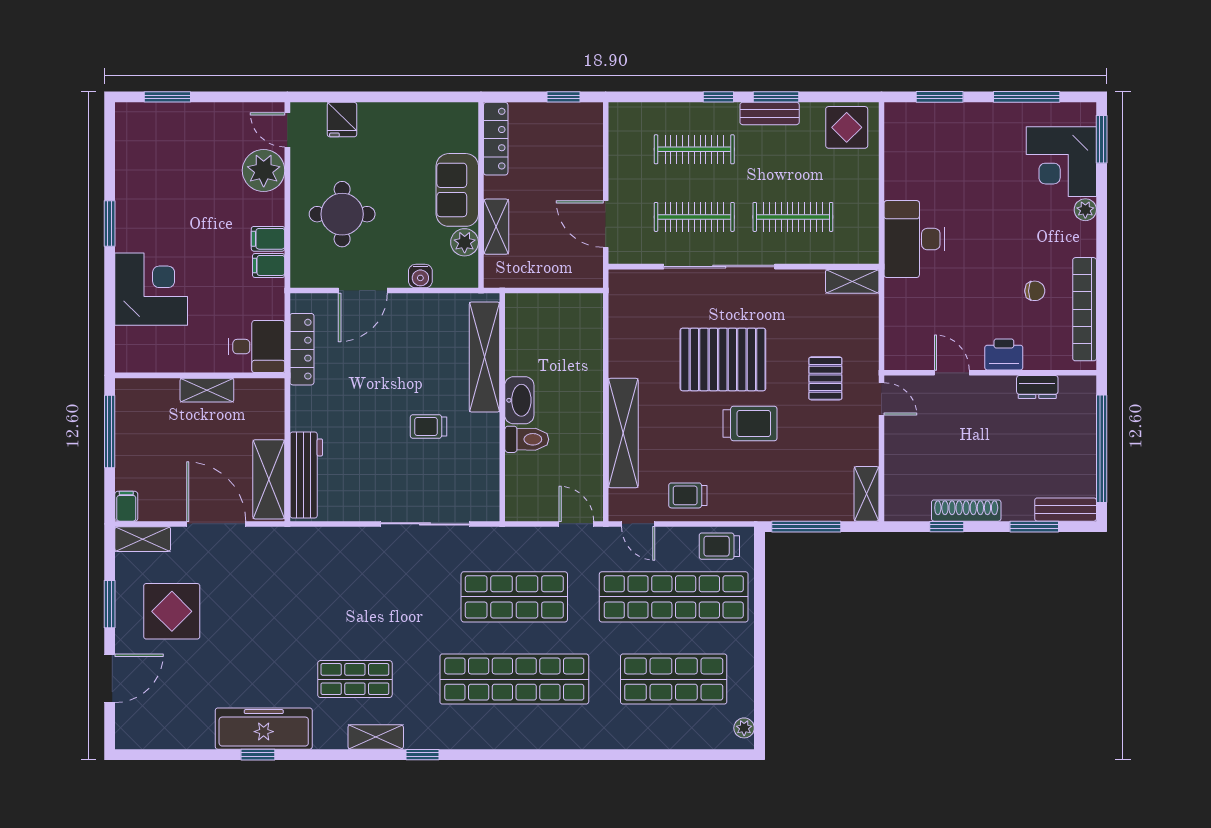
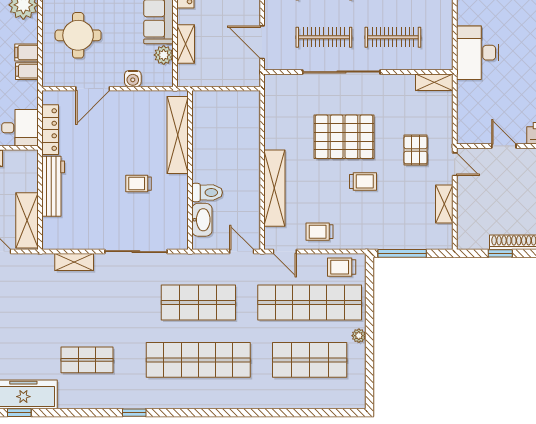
washbasin: (519, 400) -> (202, 220), moved
trolley: (750, 424) -> (363, 181), width x0.73, depth x0.72
workbench: (306, 475) -> (53, 186), moved
shelving: (867, 494) -> (444, 204), moved
plant: (744, 728) -> (359, 336), moved
shelving: (376, 737) -> (74, 262), moved

